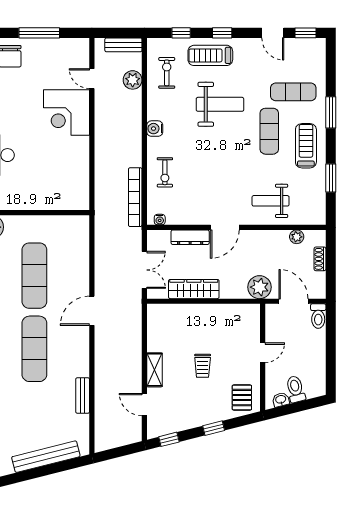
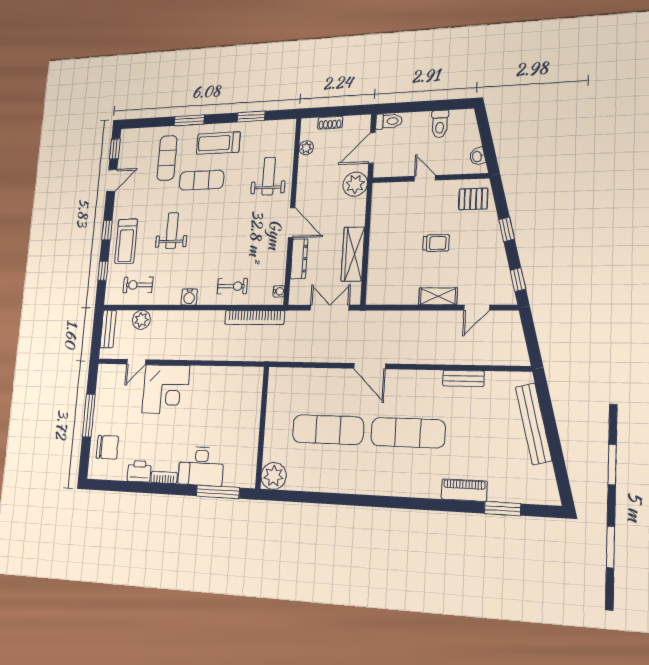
weight bench: (220, 104) -> (172, 231), width x0.73, depth x0.75
weight bench: (271, 201) -> (269, 176), turned 180
toilet: (296, 389) -> (440, 124), moved, turned -76

